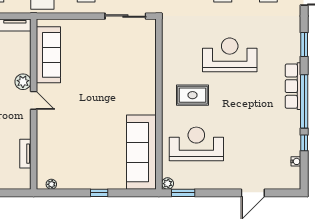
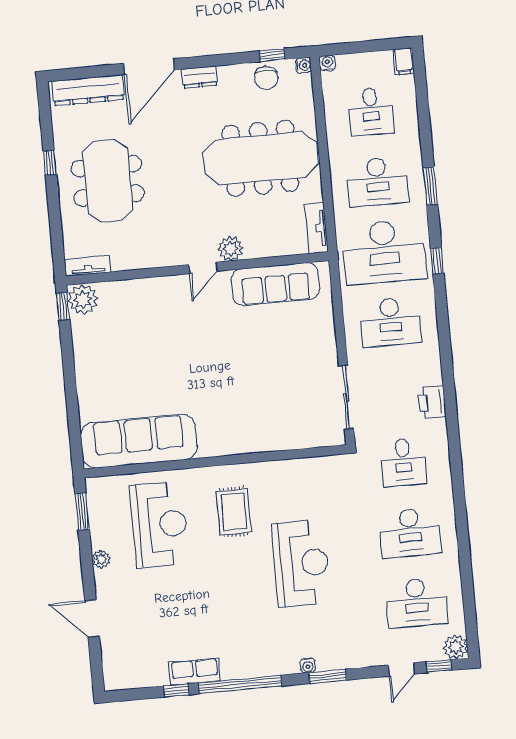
row of seats: (293, 86) -> (195, 672), moved, width x0.68
tv unit: (25, 154) -> (88, 266), moved
water cooler: (296, 161) -> (308, 665), moved
plant: (51, 184) -> (83, 300), width x1.88, depth x1.88
plant: (168, 184) -> (101, 559), moved
window: (99, 193) -> (63, 306), moved

